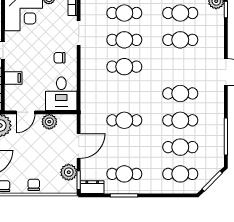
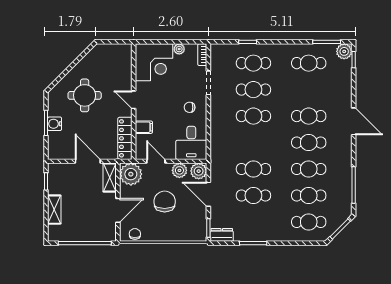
cafe table: (180, 40) -> (309, 116), moved
door: (26, 112) -> (156, 161), swing flipped
door: (79, 146) -> (208, 194), swing flipped
plant: (69, 172) -> (199, 171), moved
cafe table: (124, 174) -> (253, 195), moved
chair: (34, 185) -> (165, 202), moved, width x1.87, depth x1.87

